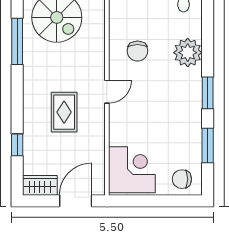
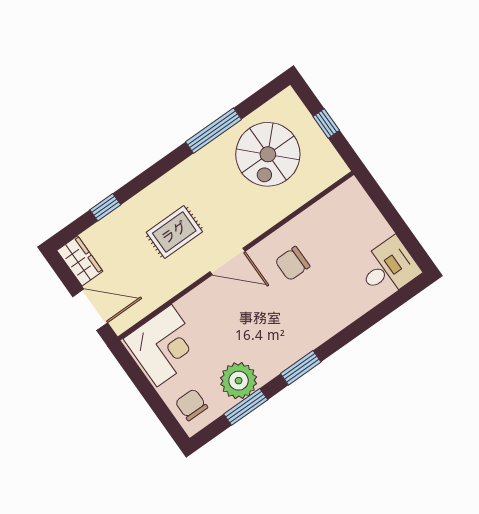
plant: (188, 53) -> (239, 381), moved
door: (107, 92) -> (228, 262), width x1.38

